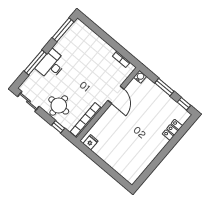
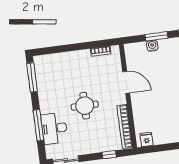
desk: (51, 65) -> (54, 128), moved
water cooler: (140, 77) -> (152, 46), moved
round table: (59, 105) -> (85, 106), moved

